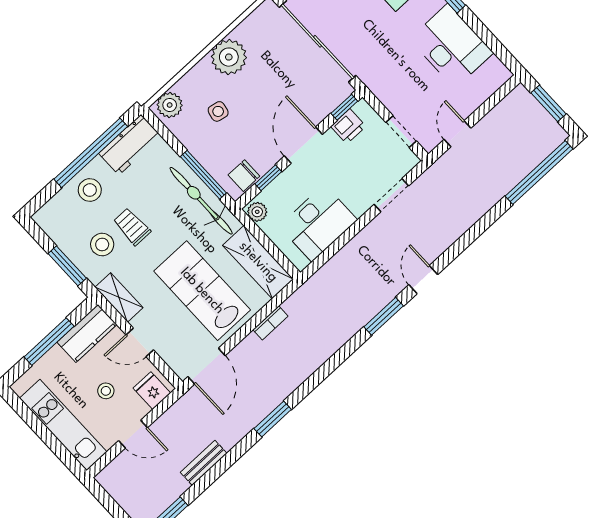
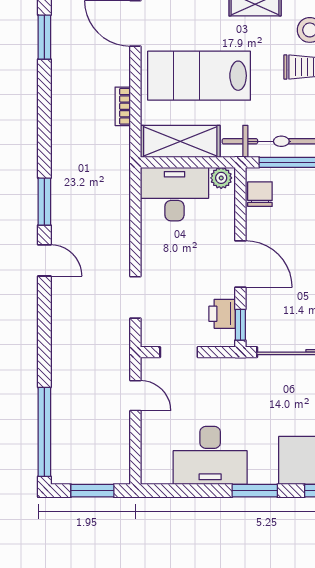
window: (268, 178) -> (240, 212), removed
desk: (318, 223) -> (174, 194), moved, turned 90
lab bench: (202, 291) -> (199, 76), turned 180

